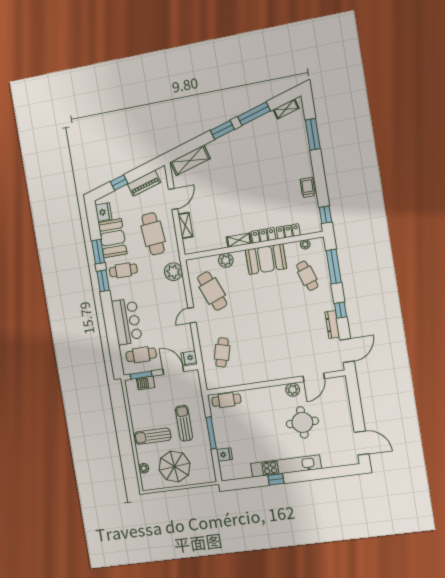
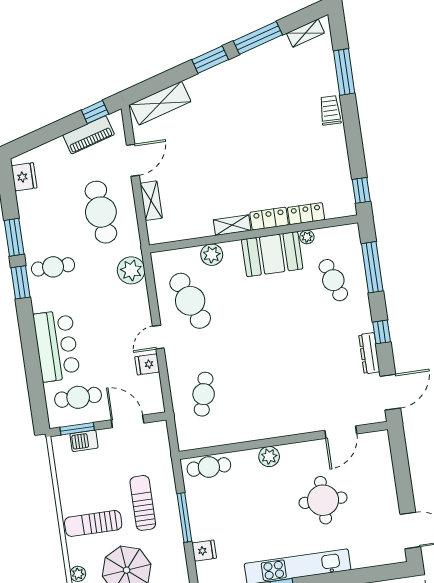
window: (119, 183) -> (95, 112), moved
trolley: (308, 187) -> (330, 110), moved
booth: (113, 238) -> (37, 217), removed
plant: (305, 244) -> (307, 237), moved
fridge: (189, 358) -> (147, 364), moved
plant: (293, 390) -> (269, 457), moved

